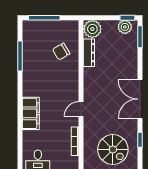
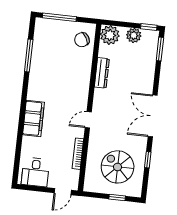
plant: (125, 27) -> (134, 35), moved
chair: (61, 52) -> (82, 40), moved
dresser: (89, 53) -> (102, 73), moved
spiral stairs: (113, 150) -> (118, 167), turned 180

